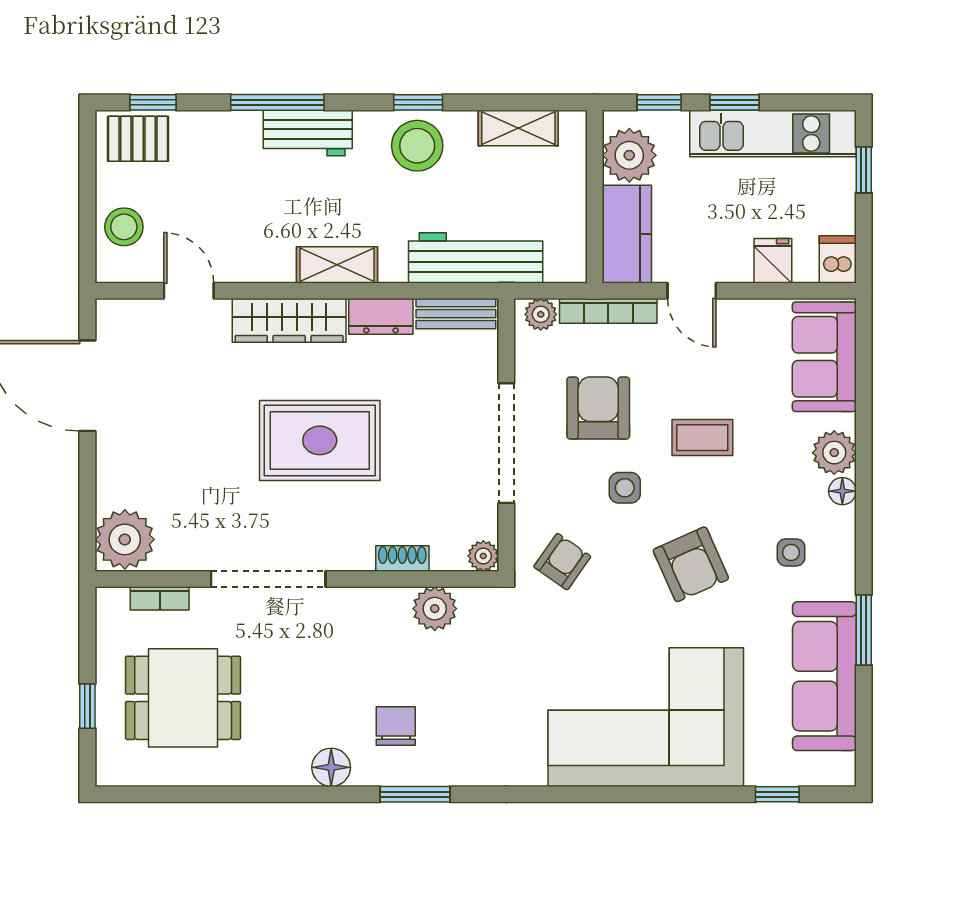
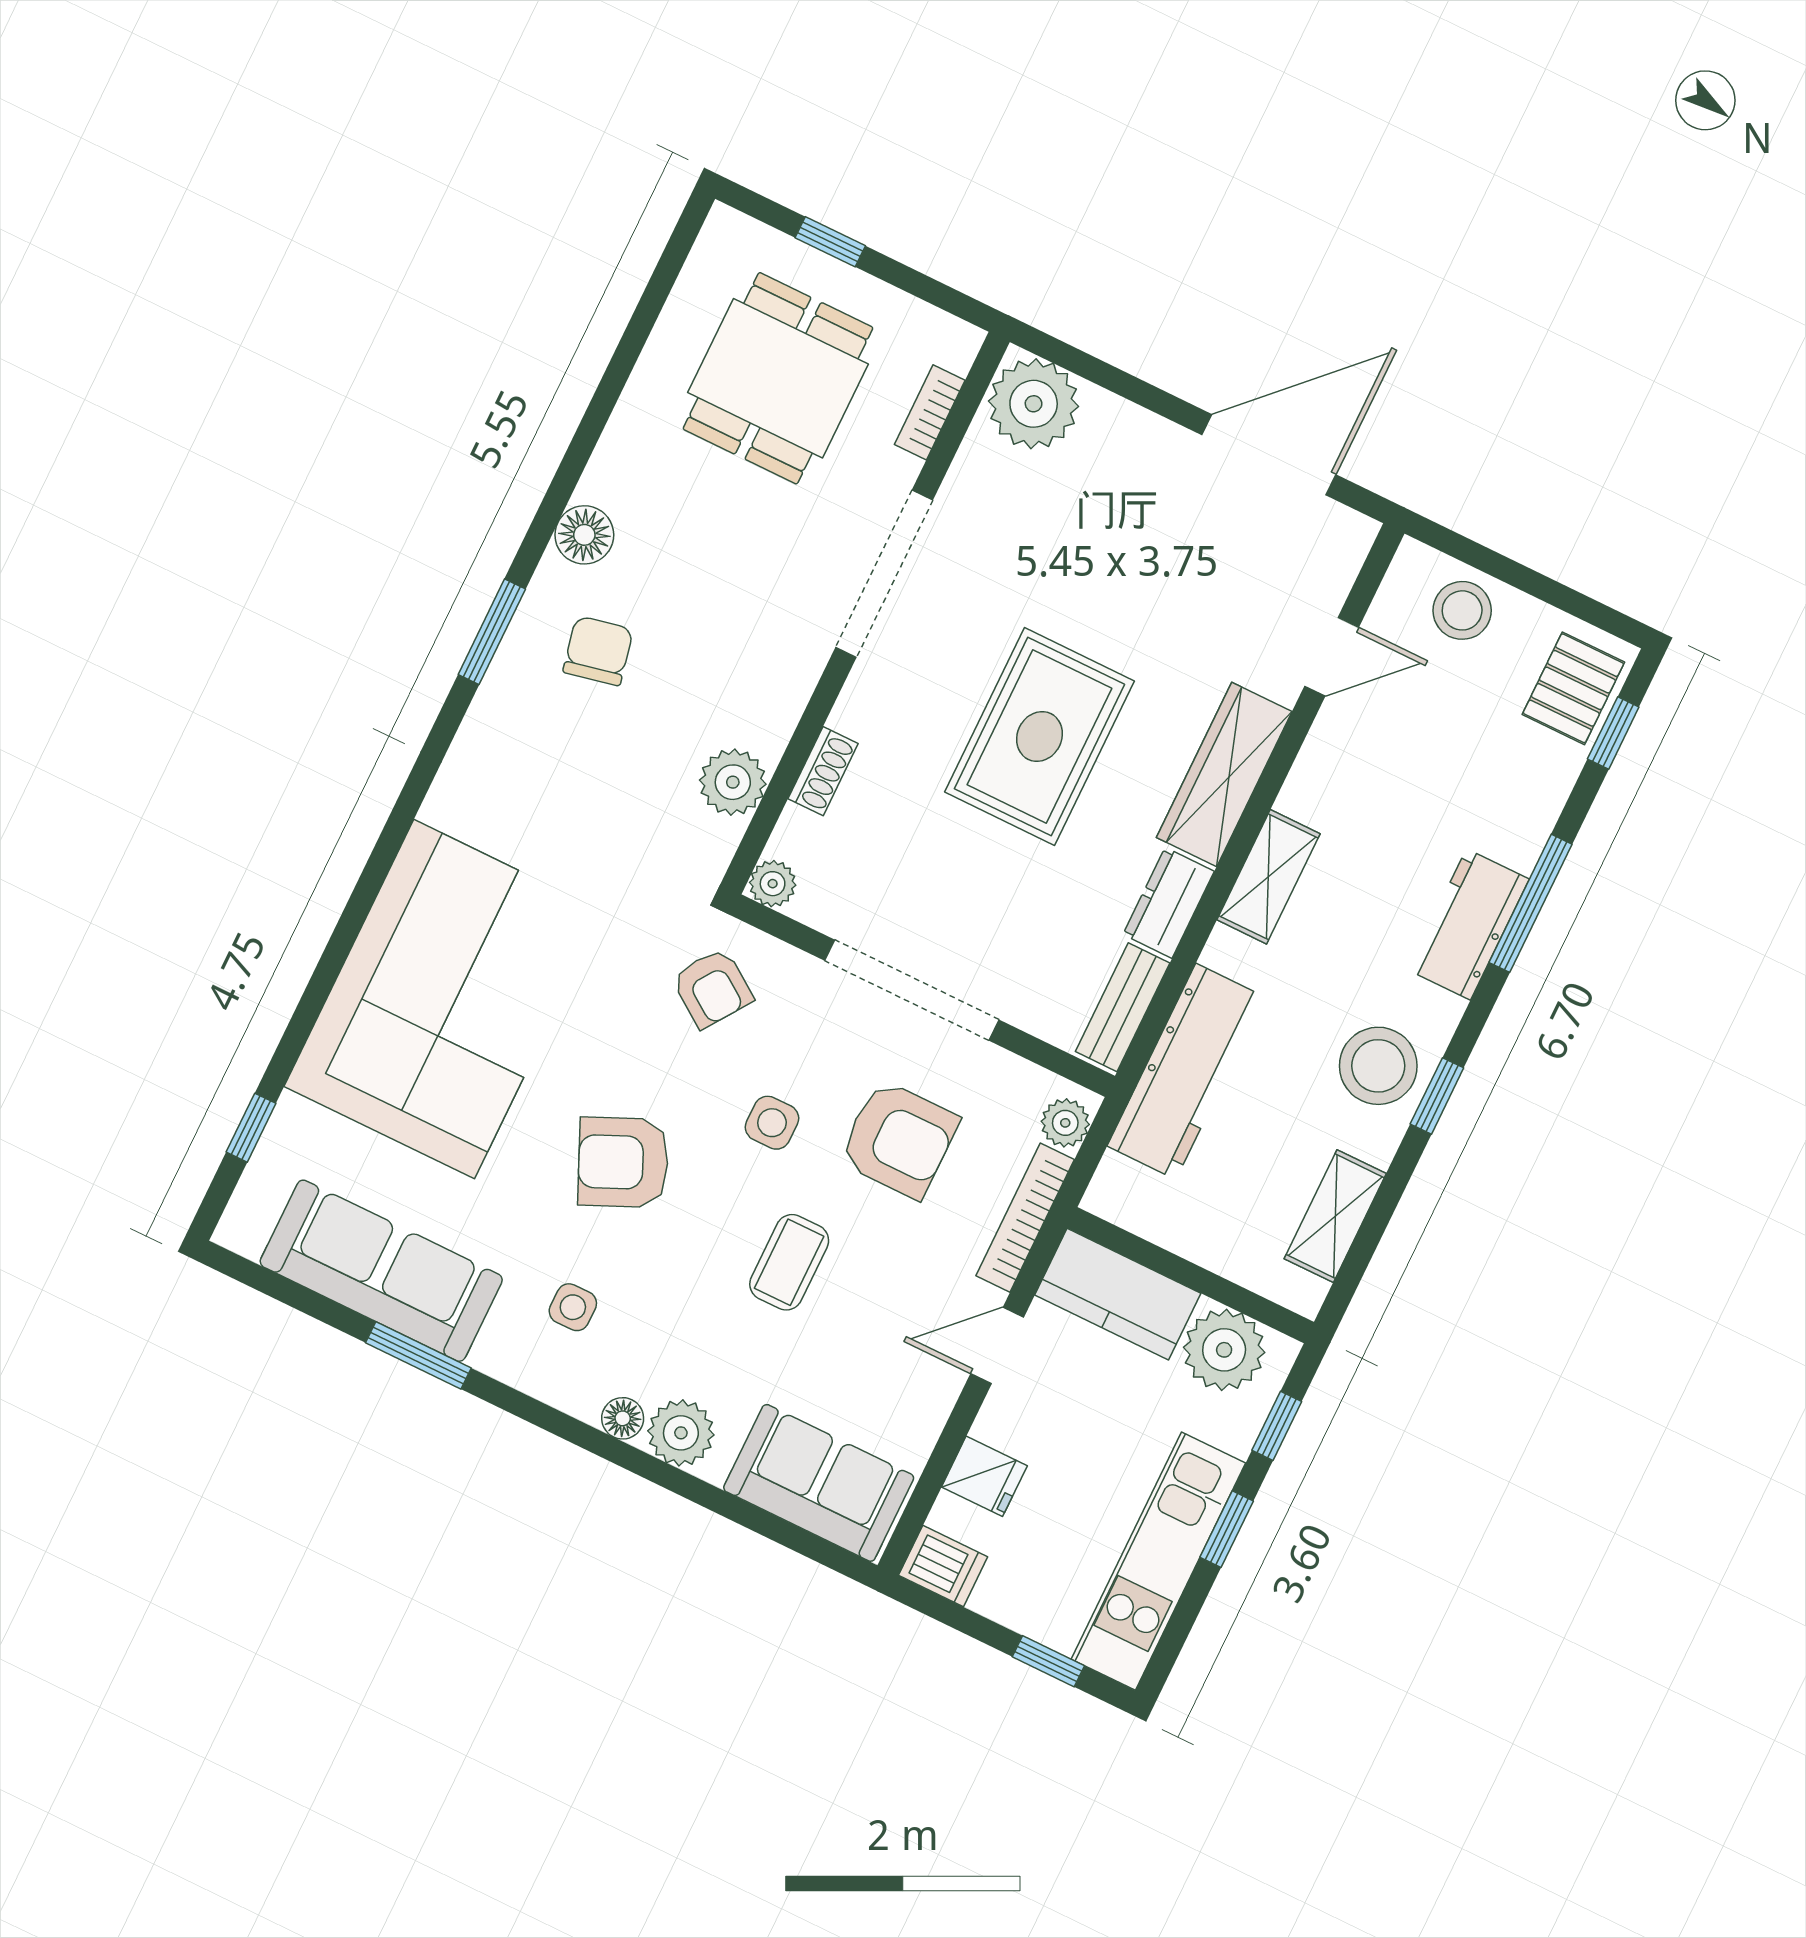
chair: (396, 726) -> (598, 651), turned -102

